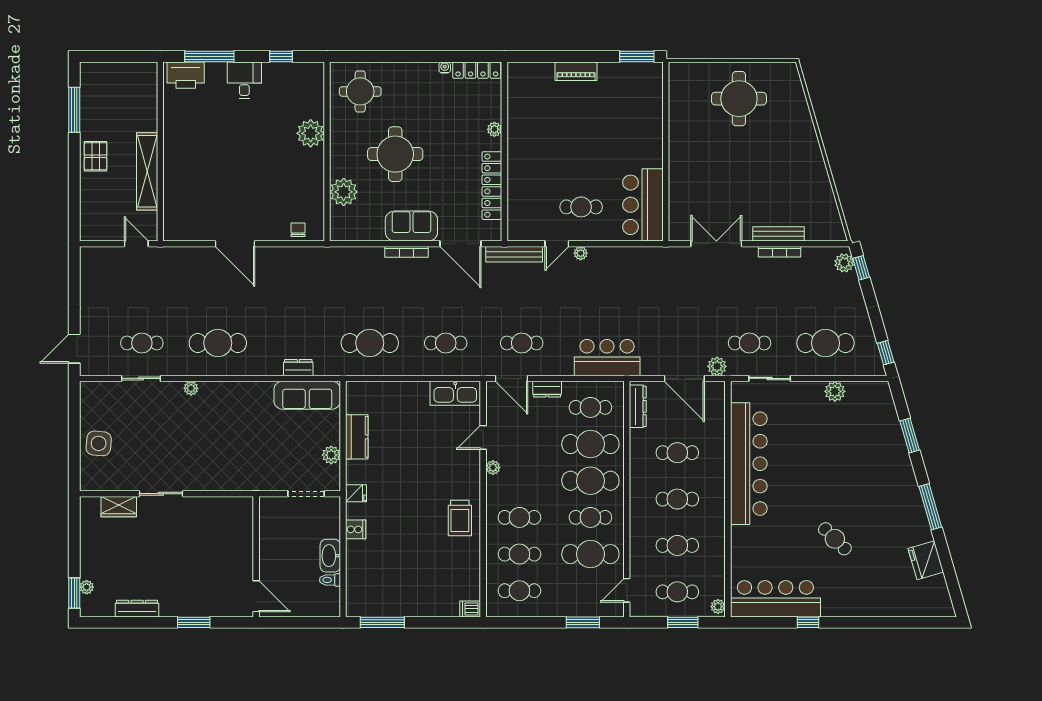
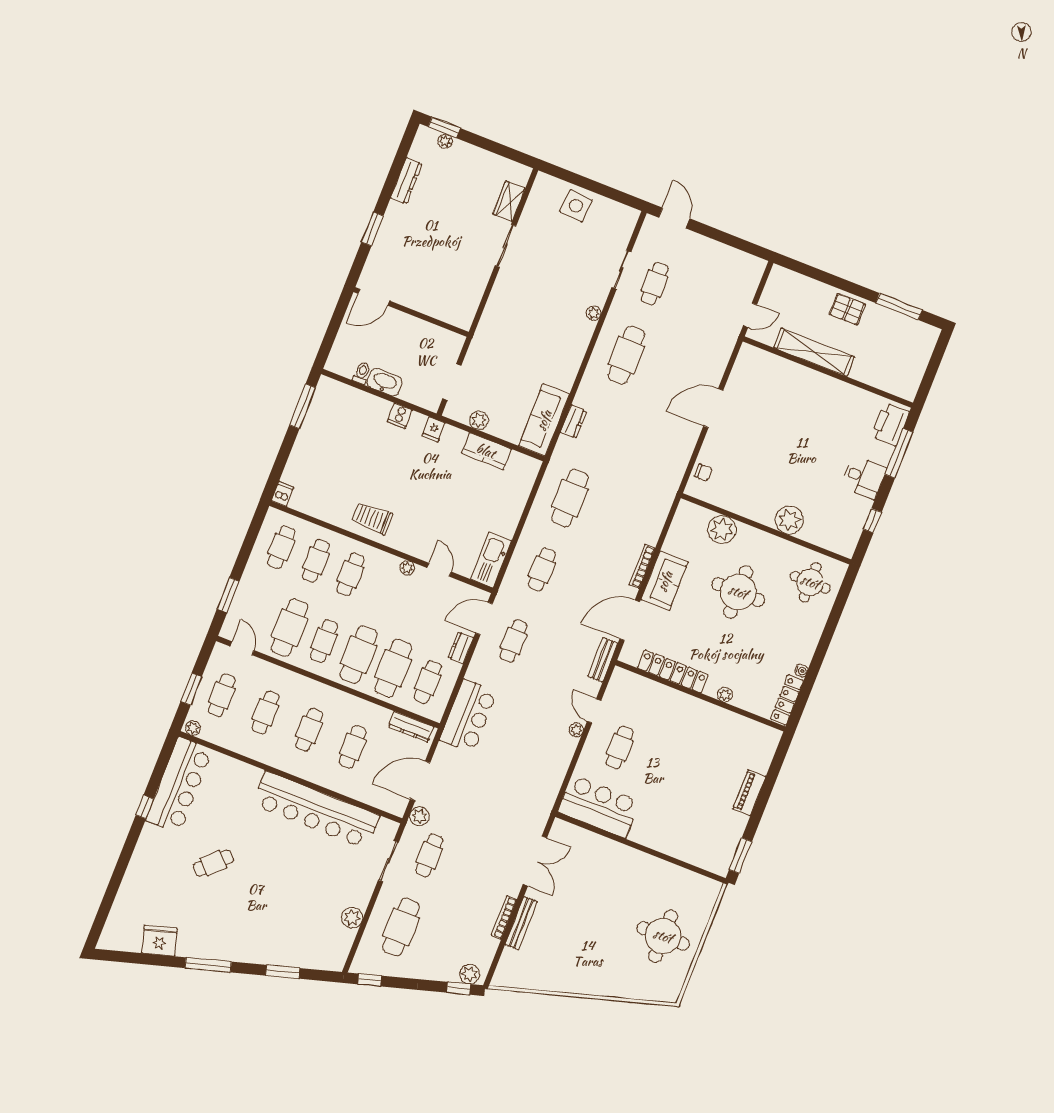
bench: (514, 254) -> (603, 660), width x0.73

